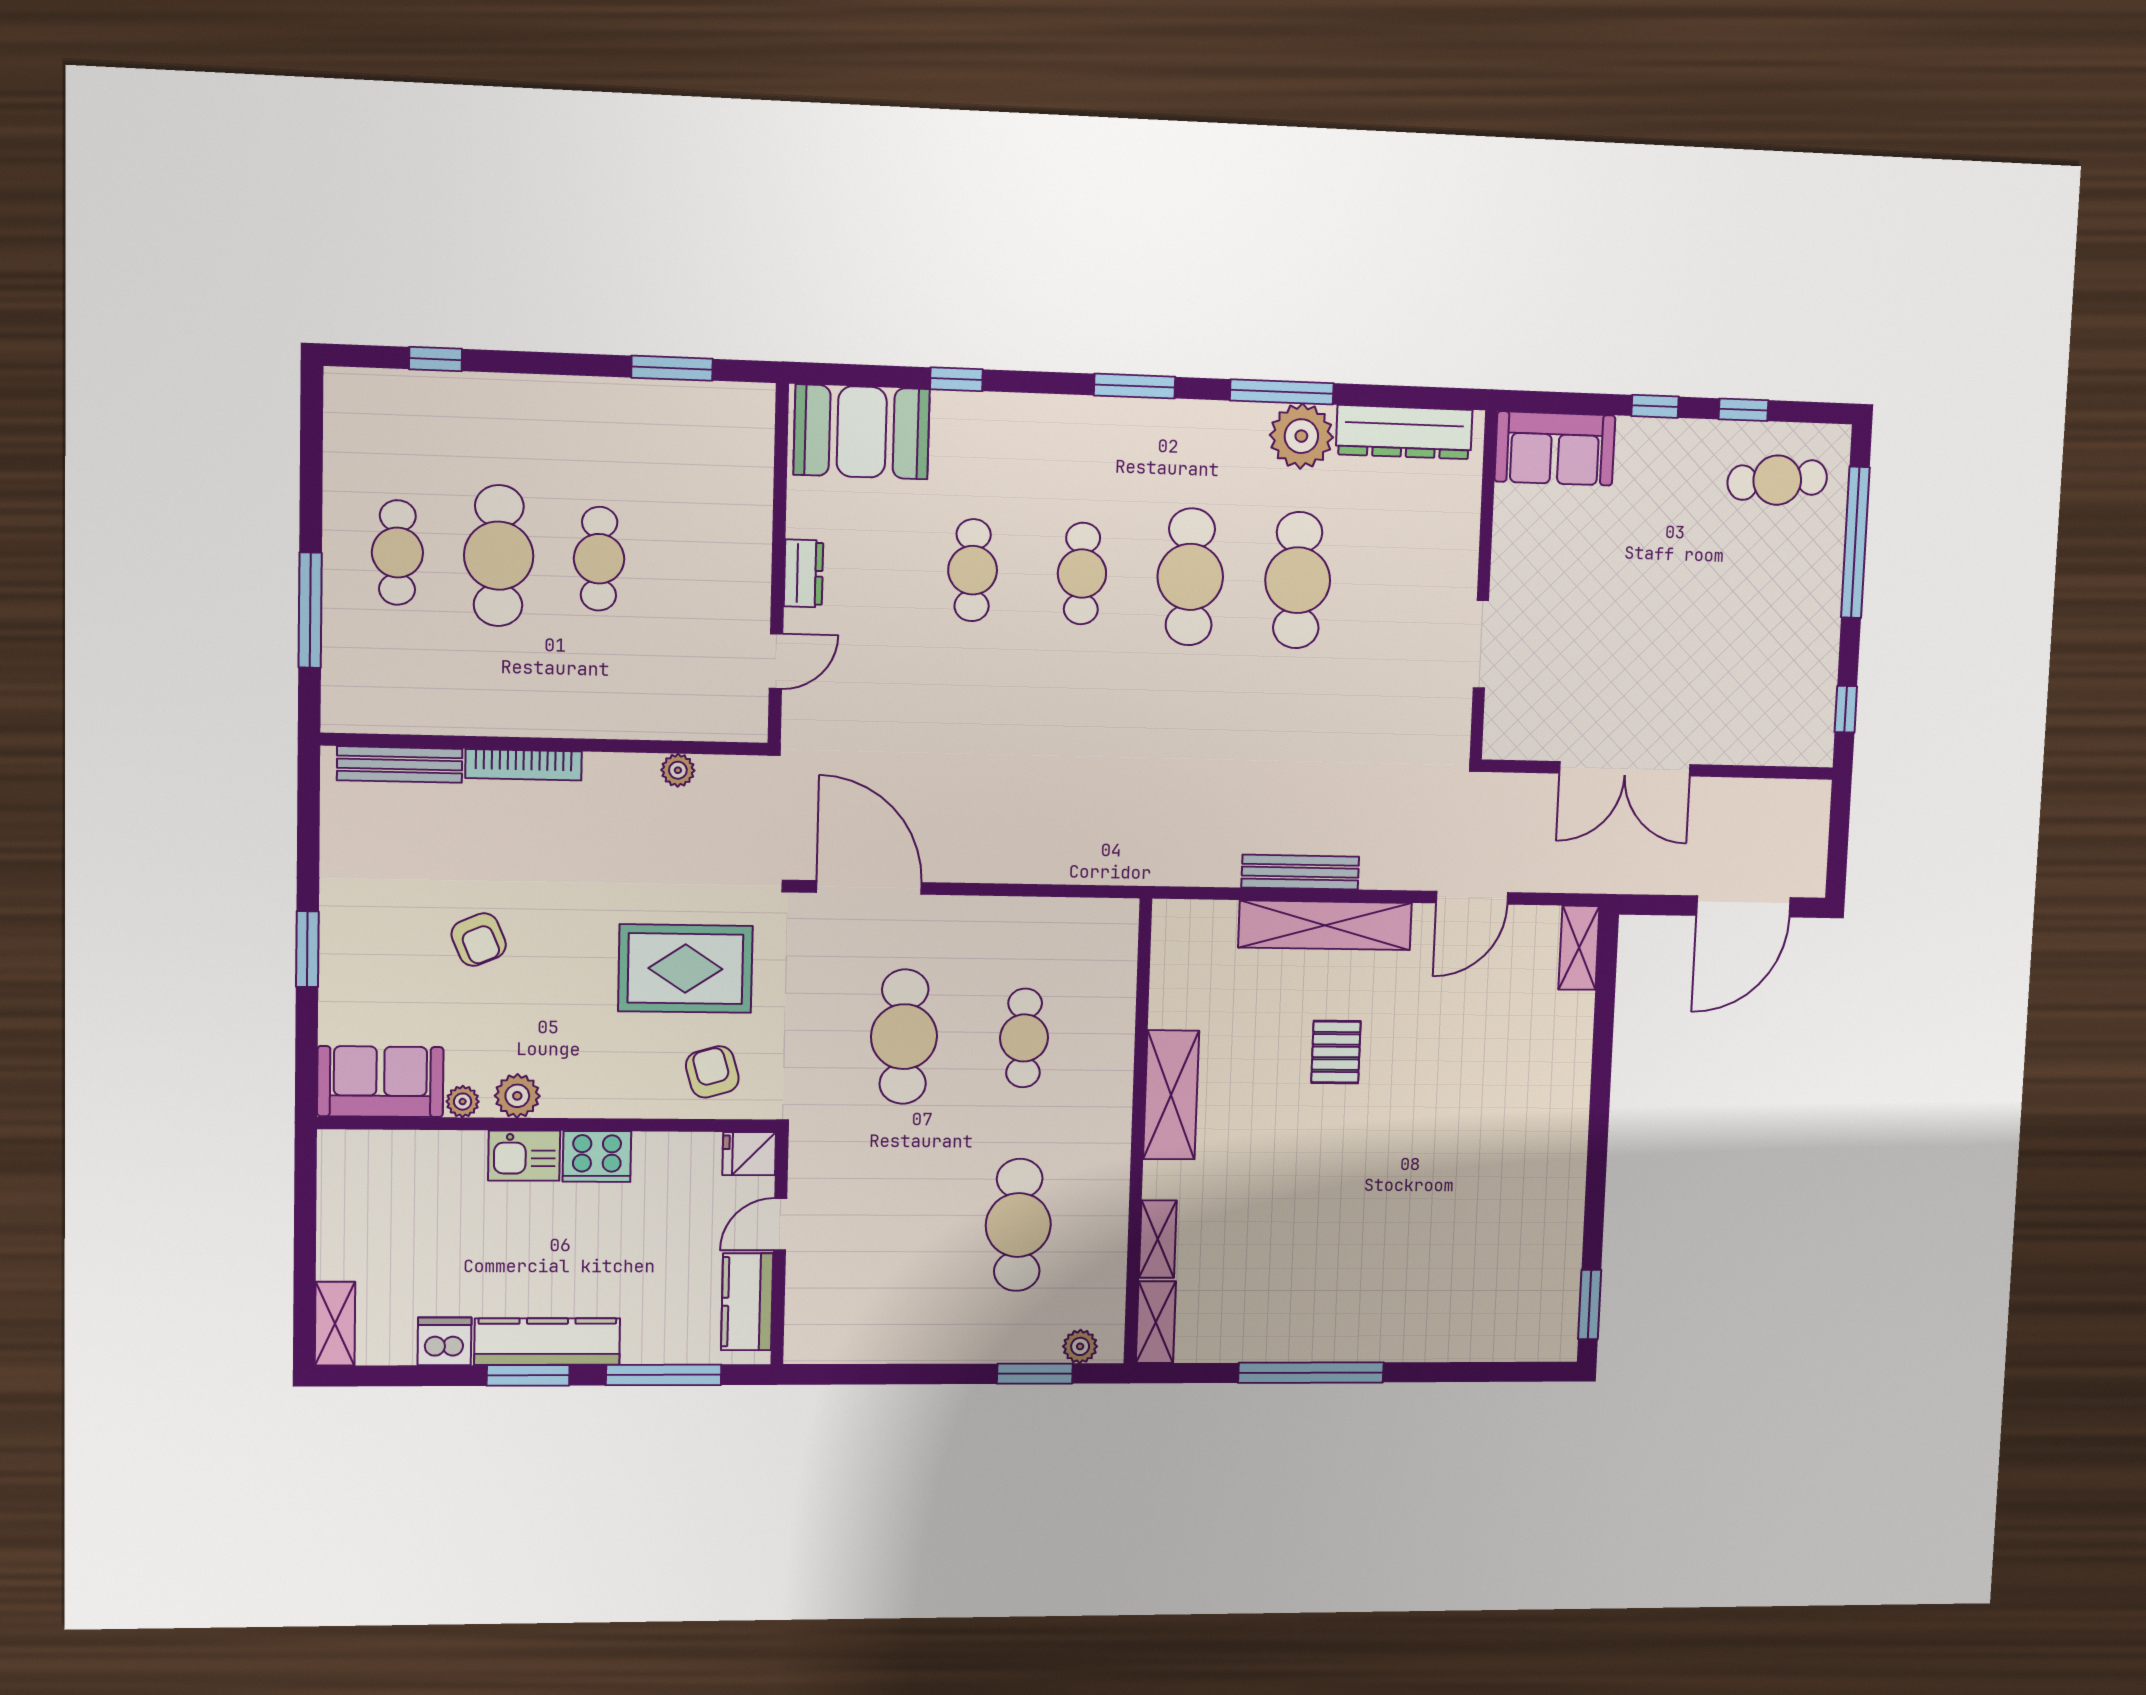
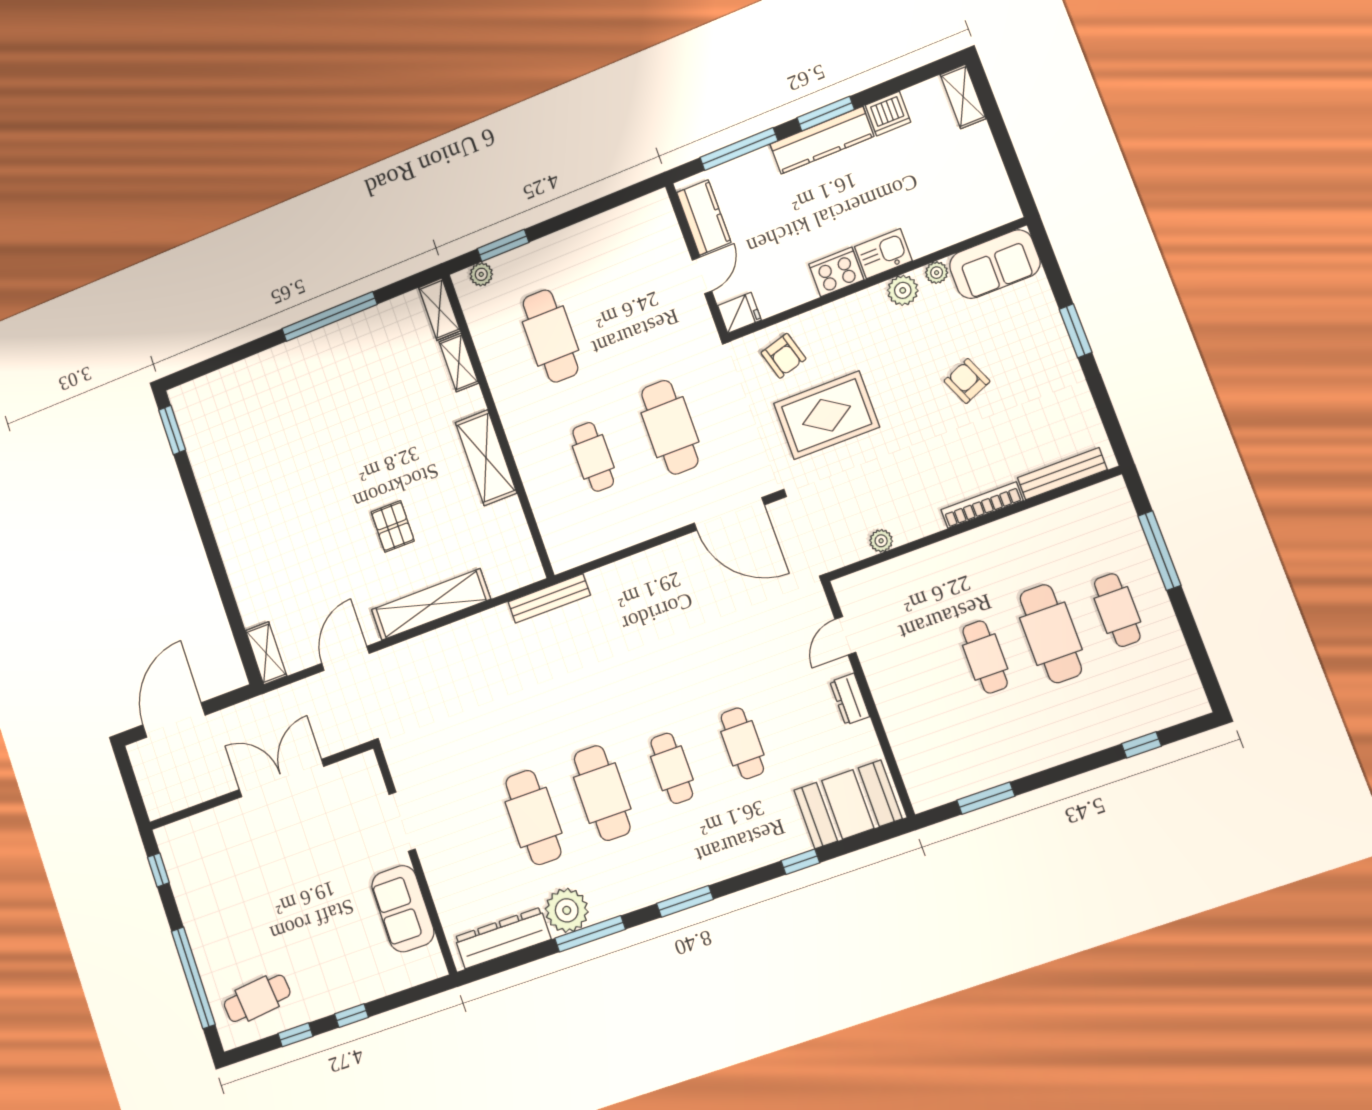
sofa: (1555, 448) -> (403, 909), moved, turned -90
bench: (1300, 872) -> (549, 598), moved

